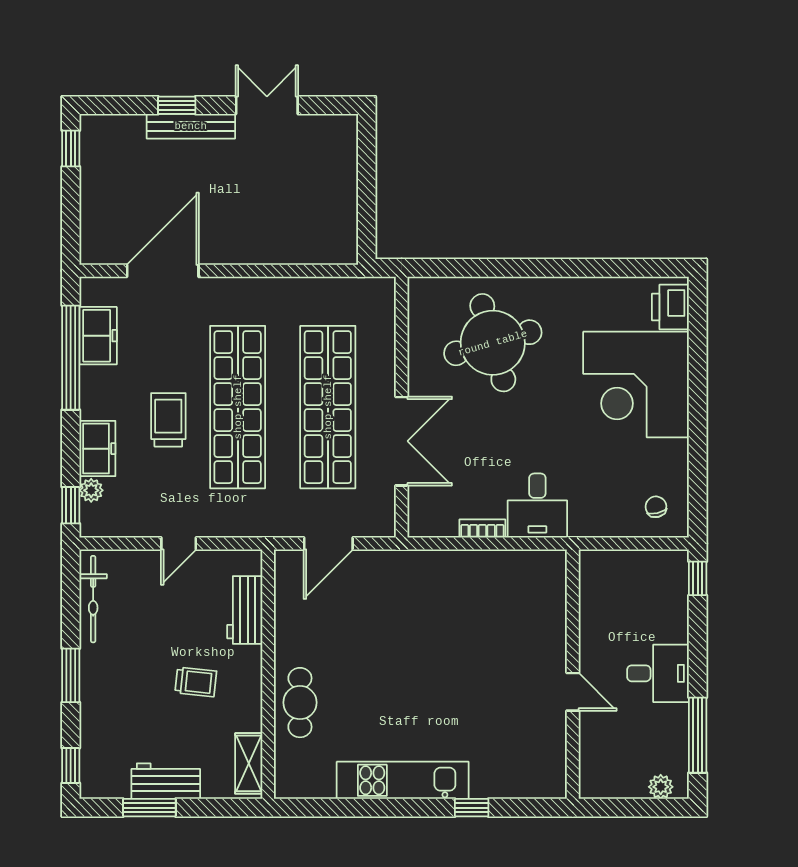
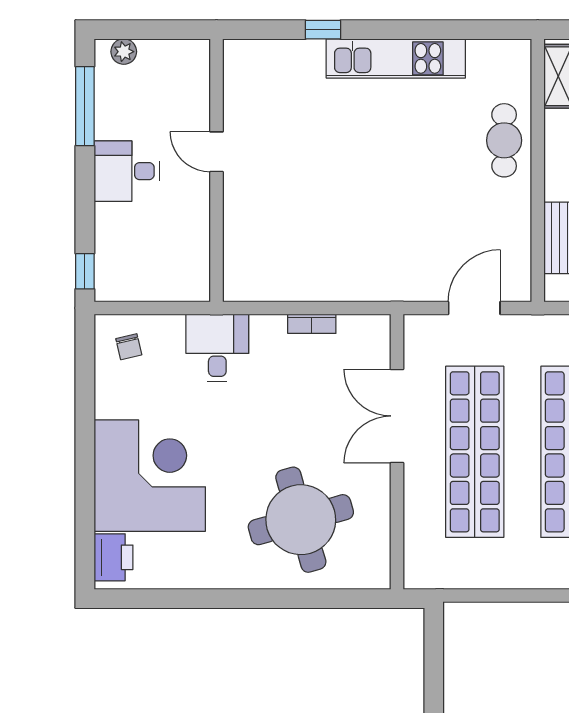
desk: (537, 506) -> (217, 348), moved

